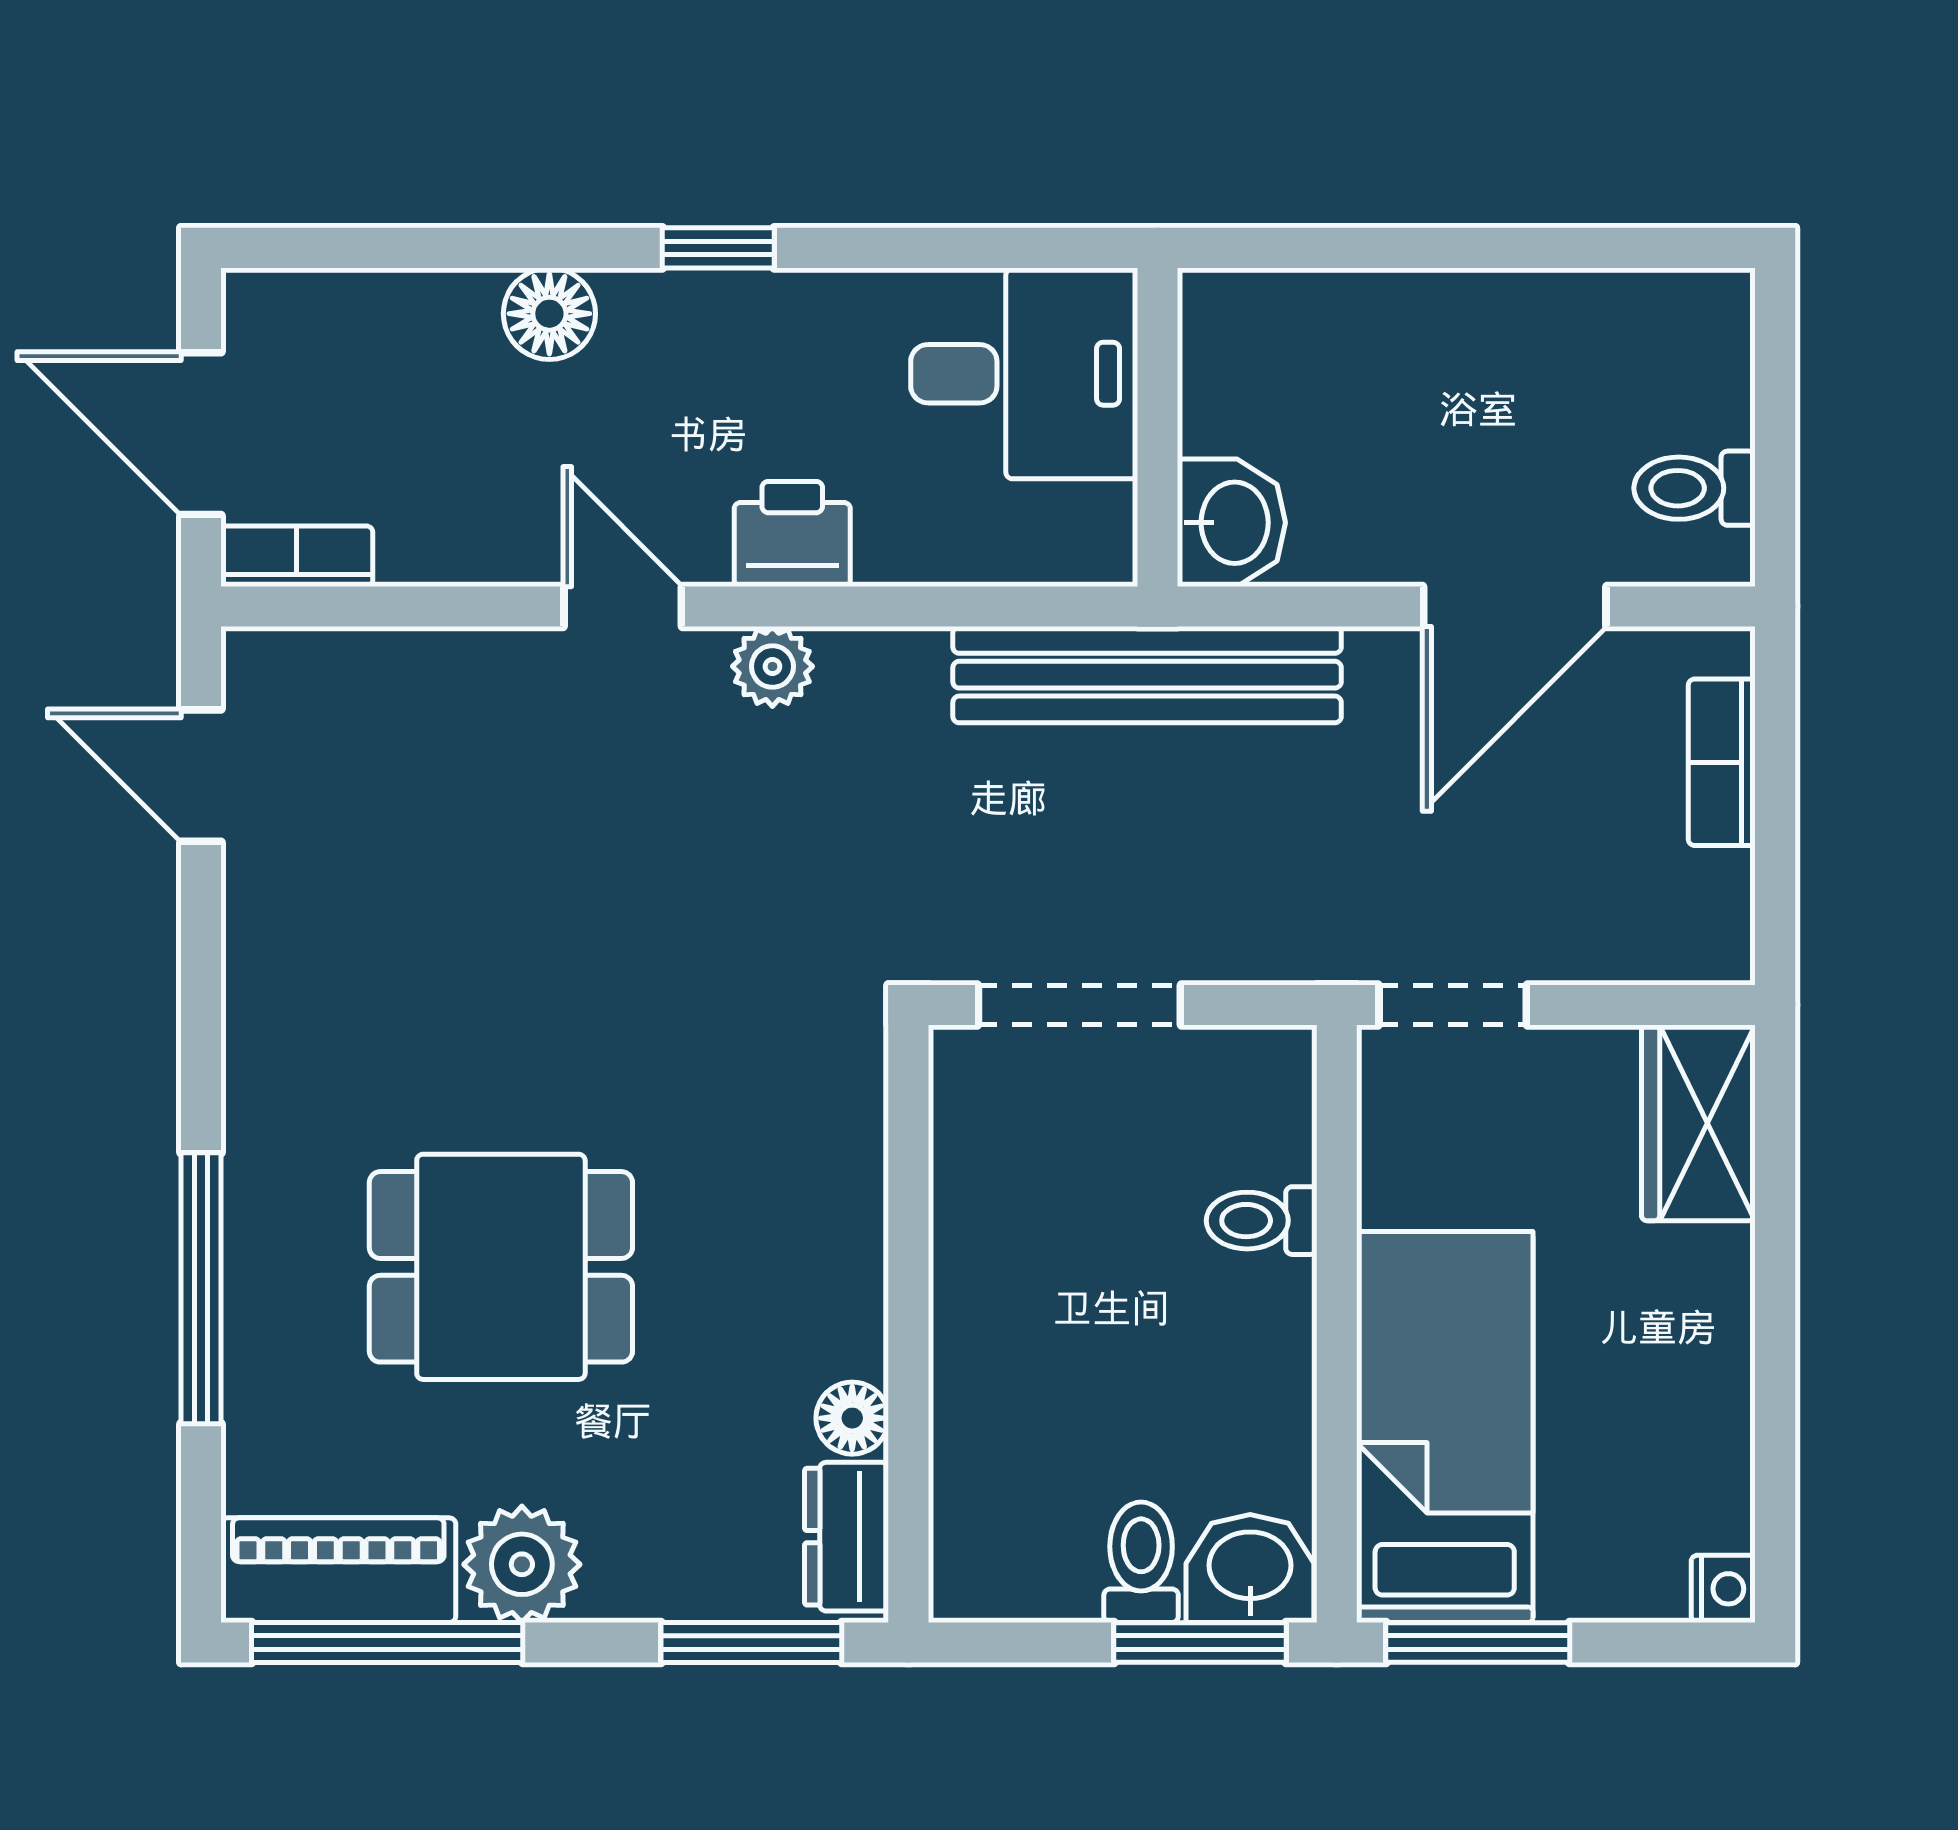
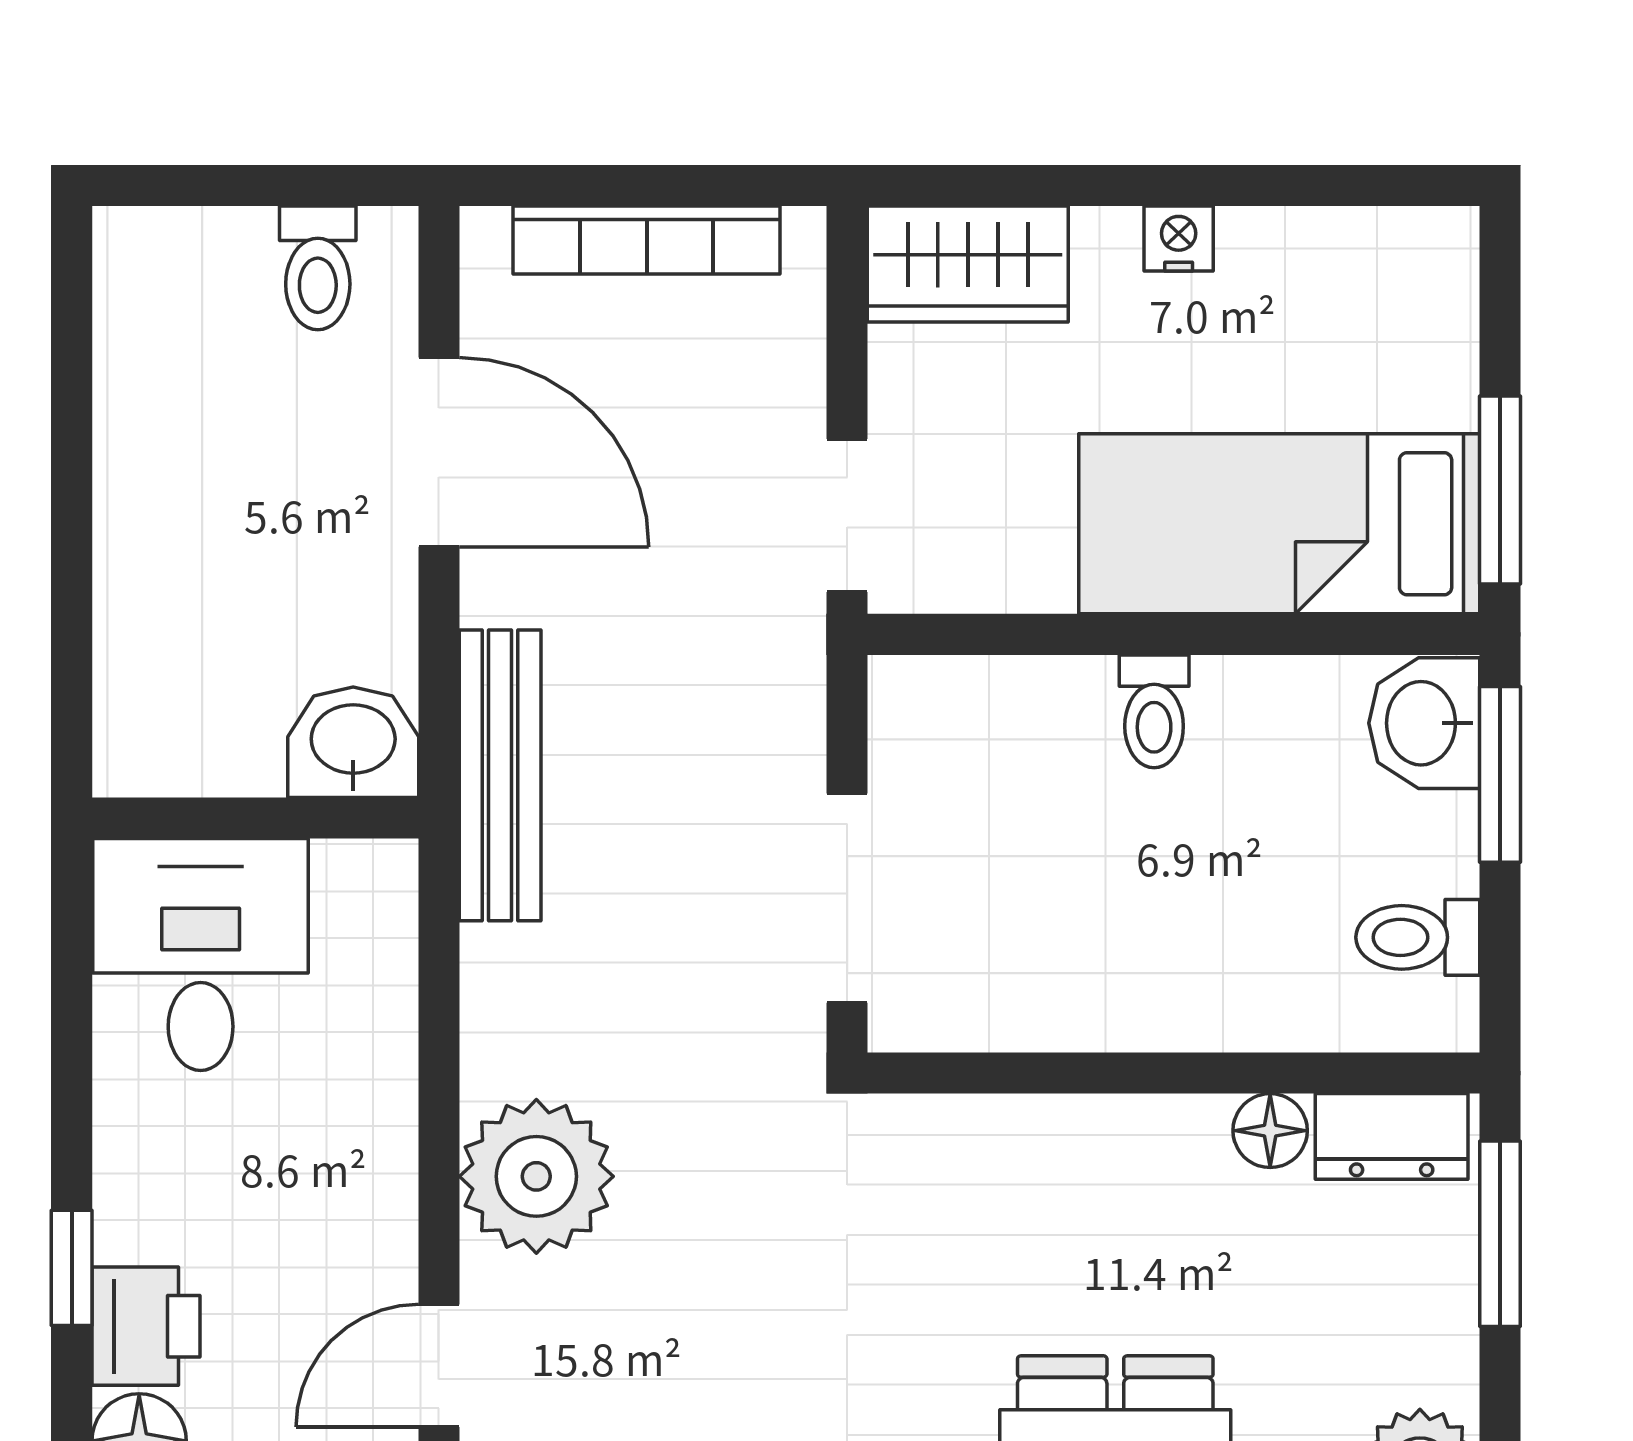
printer: (792, 534) -> (146, 1326), moved, turned 180
plant: (772, 666) -> (536, 1176), width x1.88, depth x1.88
bench: (1147, 675) -> (500, 775), width x0.73, depth x0.82
bookcase: (1722, 762) -> (647, 240), width x1.56
toilet: (1262, 1221) -> (1154, 711), moved
toilet: (1141, 1562) -> (1418, 937), moved
nightstand: (1723, 1589) -> (1179, 238), moved

